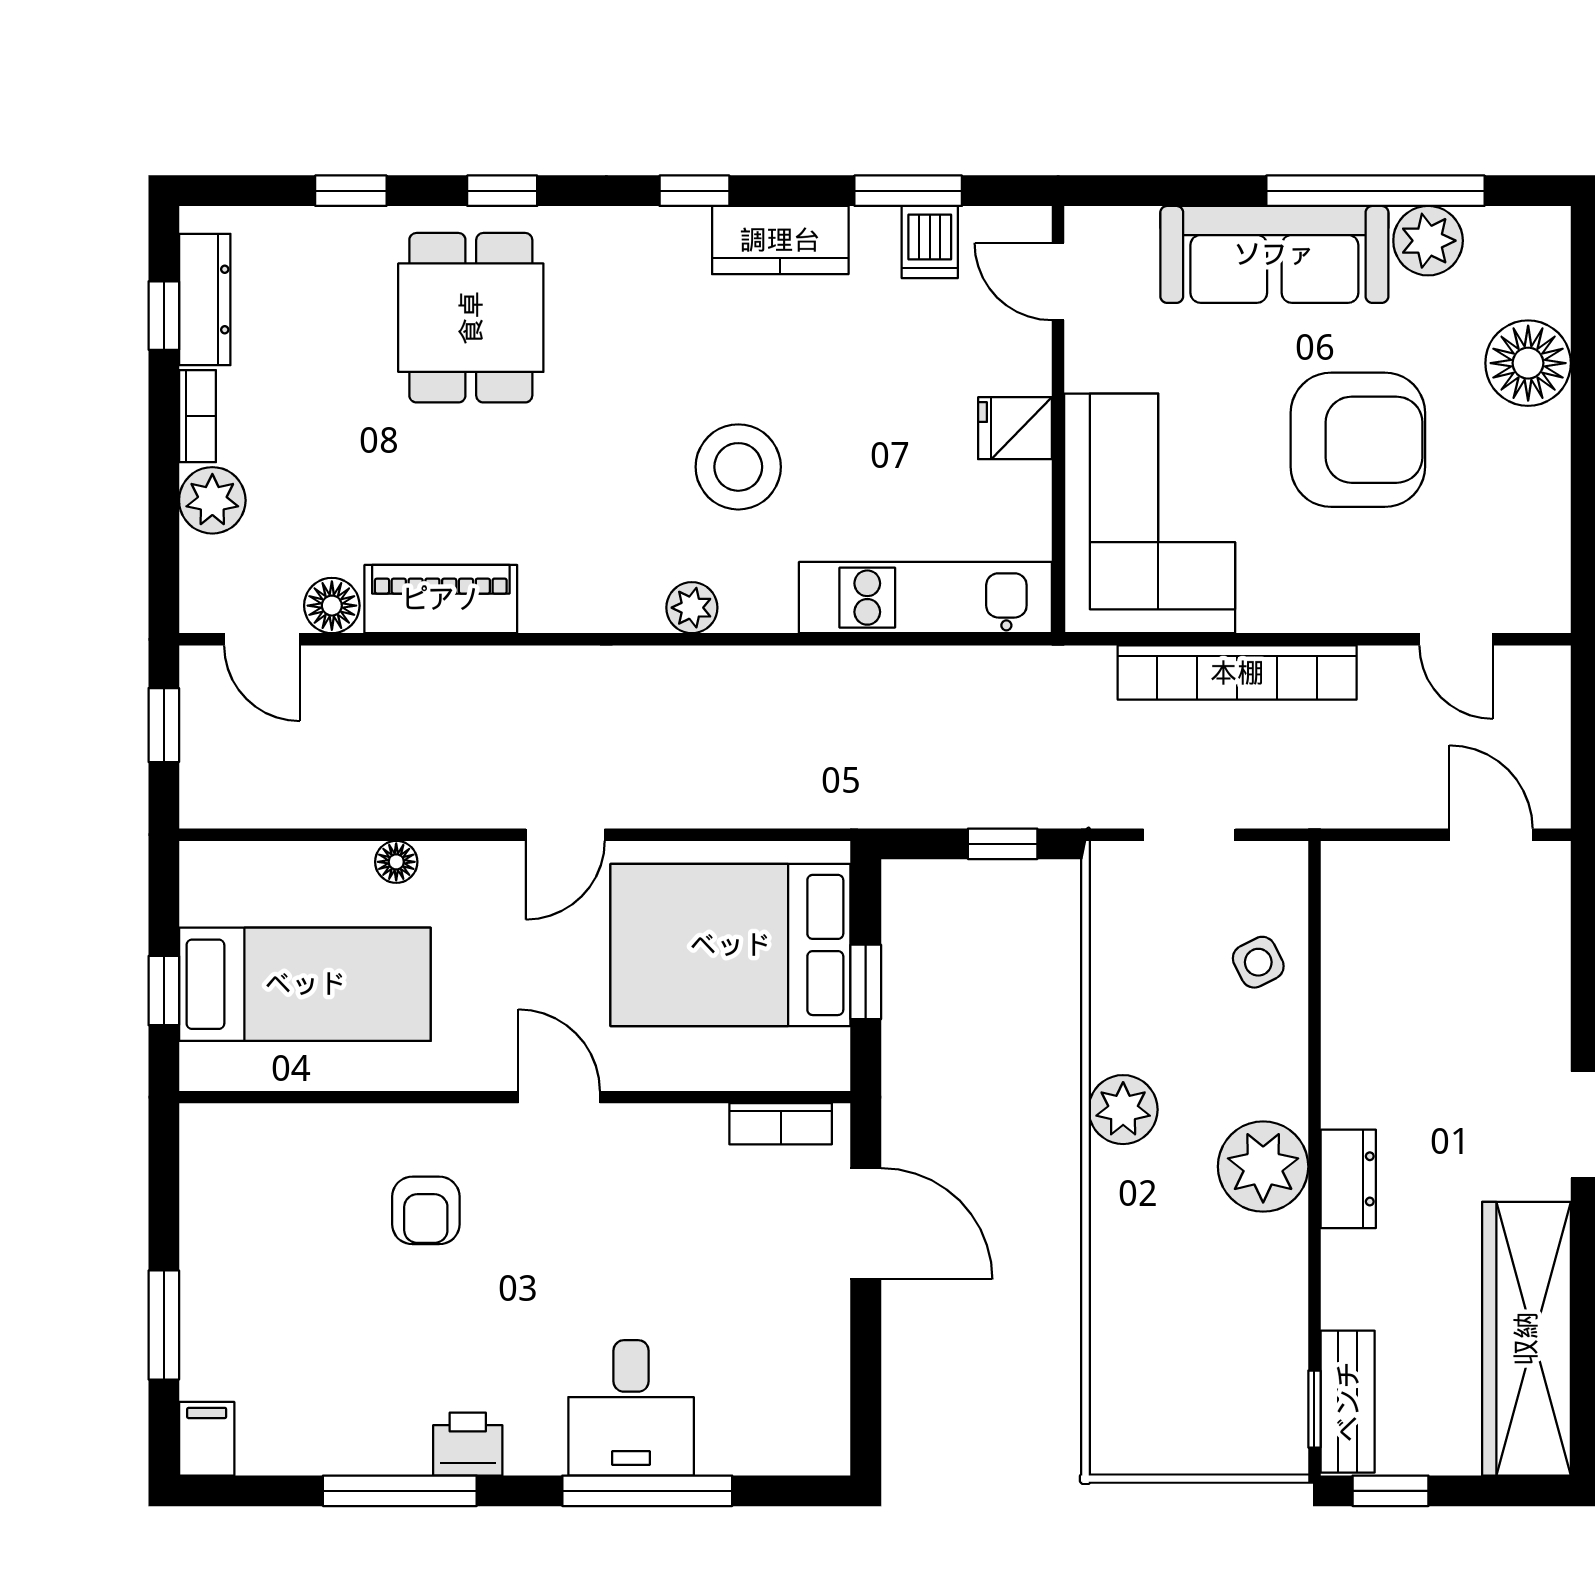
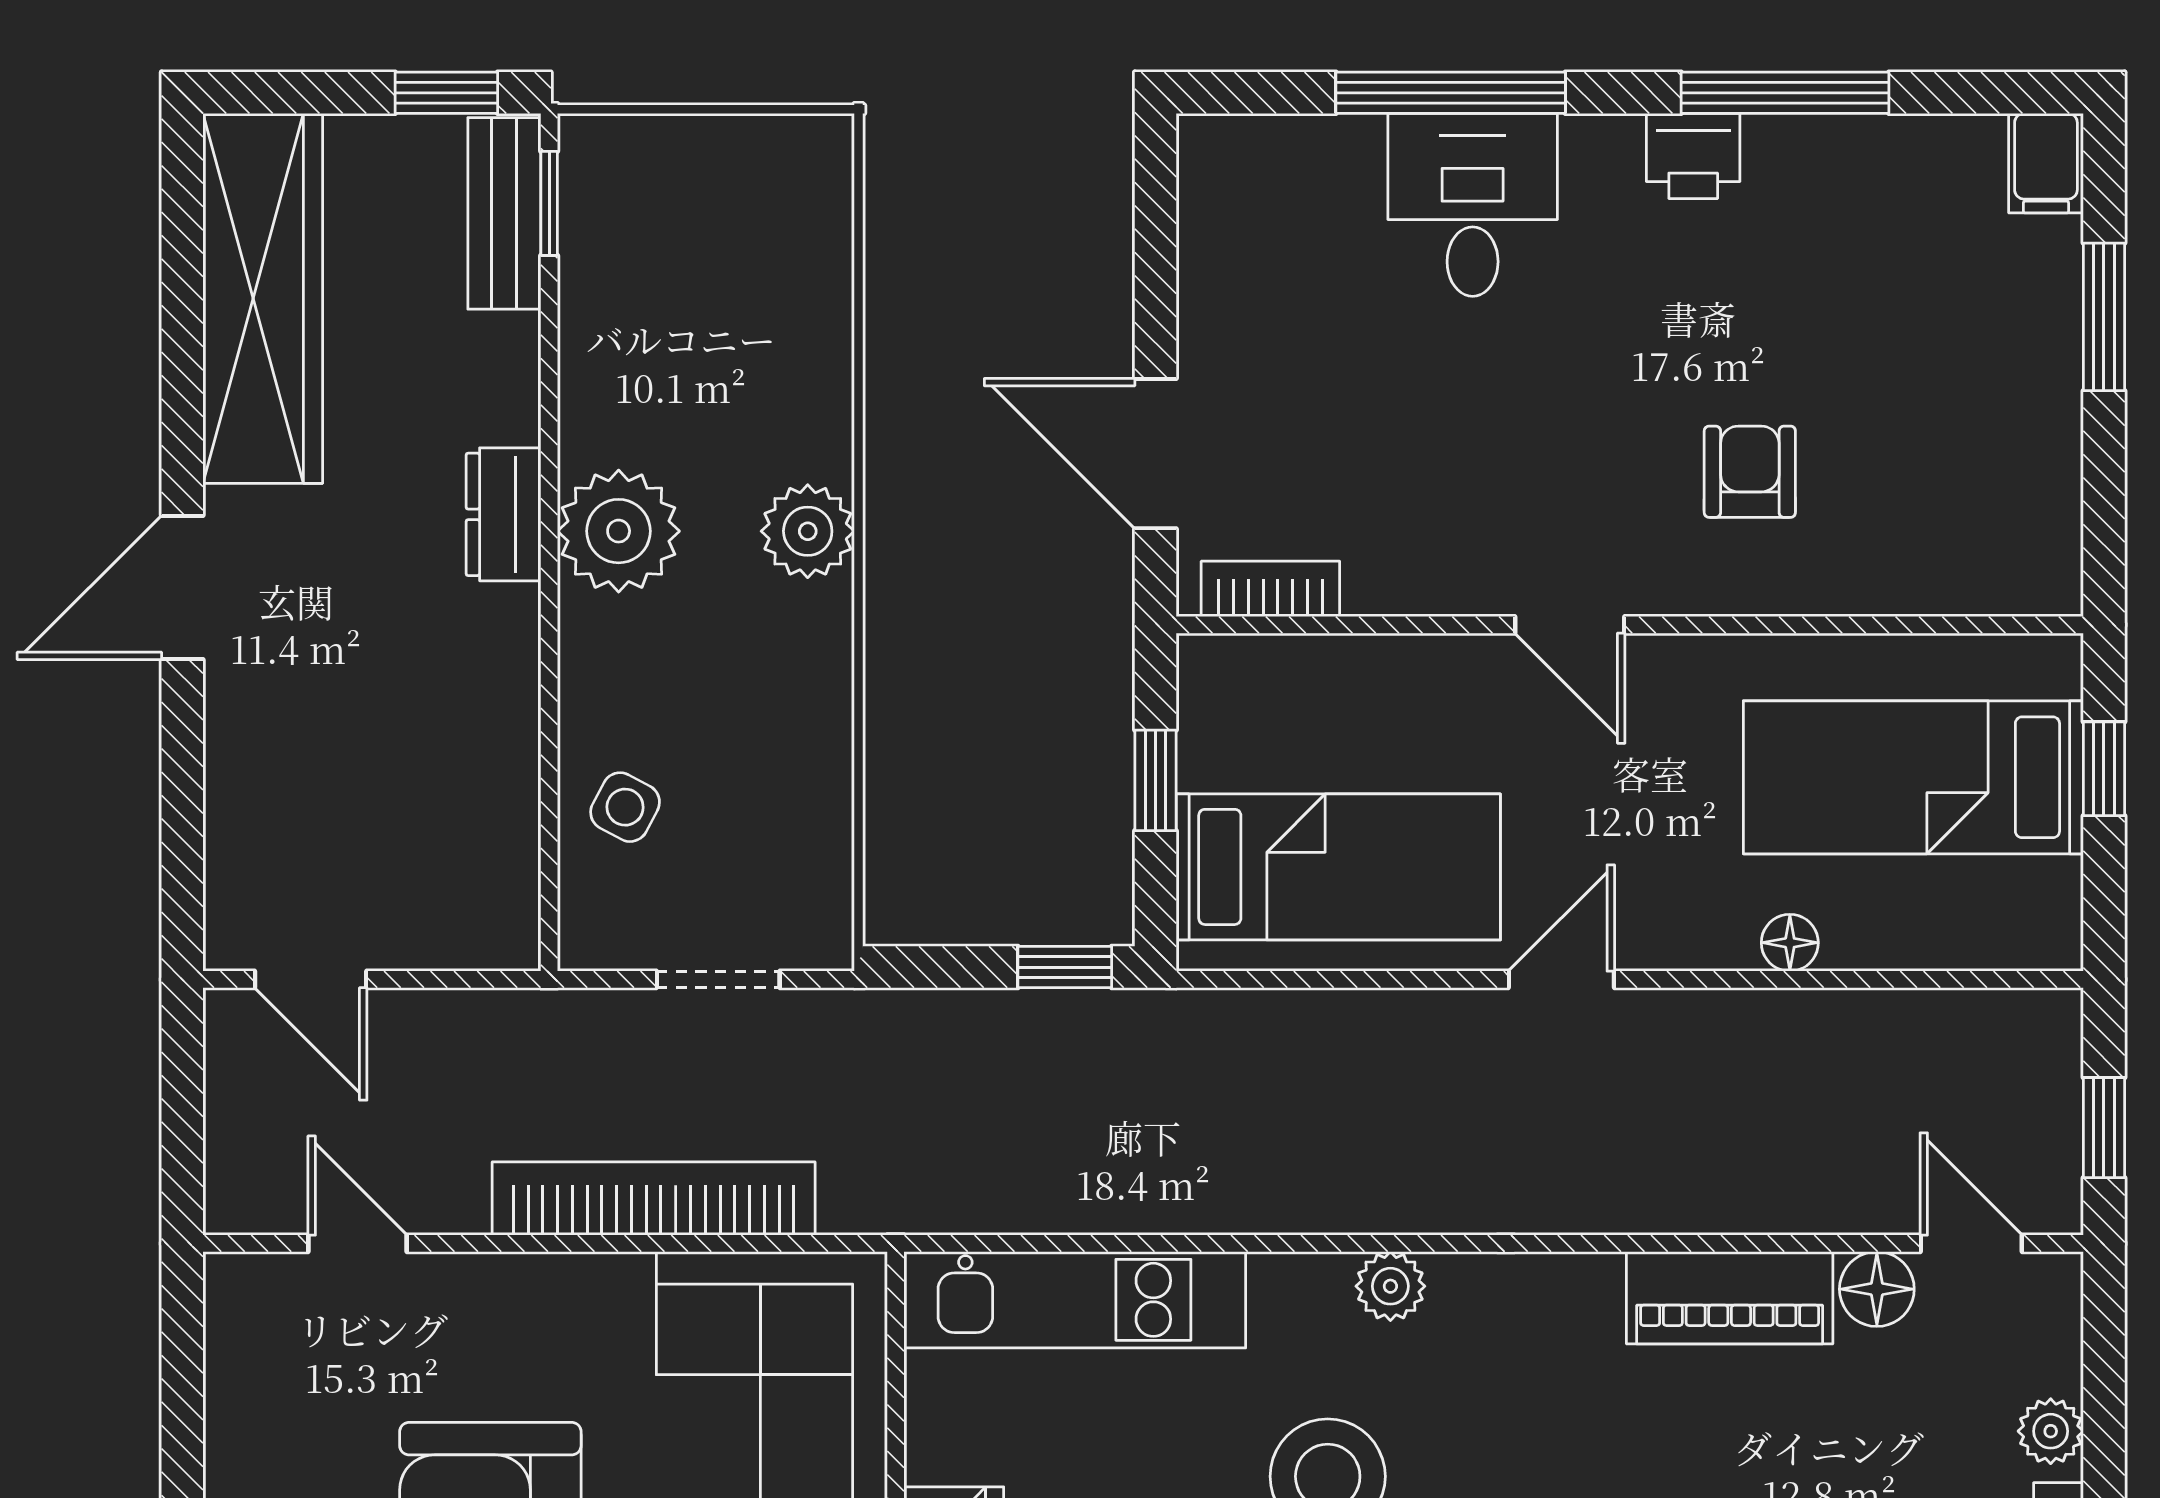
plant: (212, 500) -> (2051, 1431), width x0.73, depth x0.73
window: (1003, 844) -> (1065, 967), moved
bed: (730, 945) -> (1338, 867), width x0.67
side table: (1258, 962) -> (625, 807), turned -35
plant: (1123, 1110) -> (808, 531), moved

